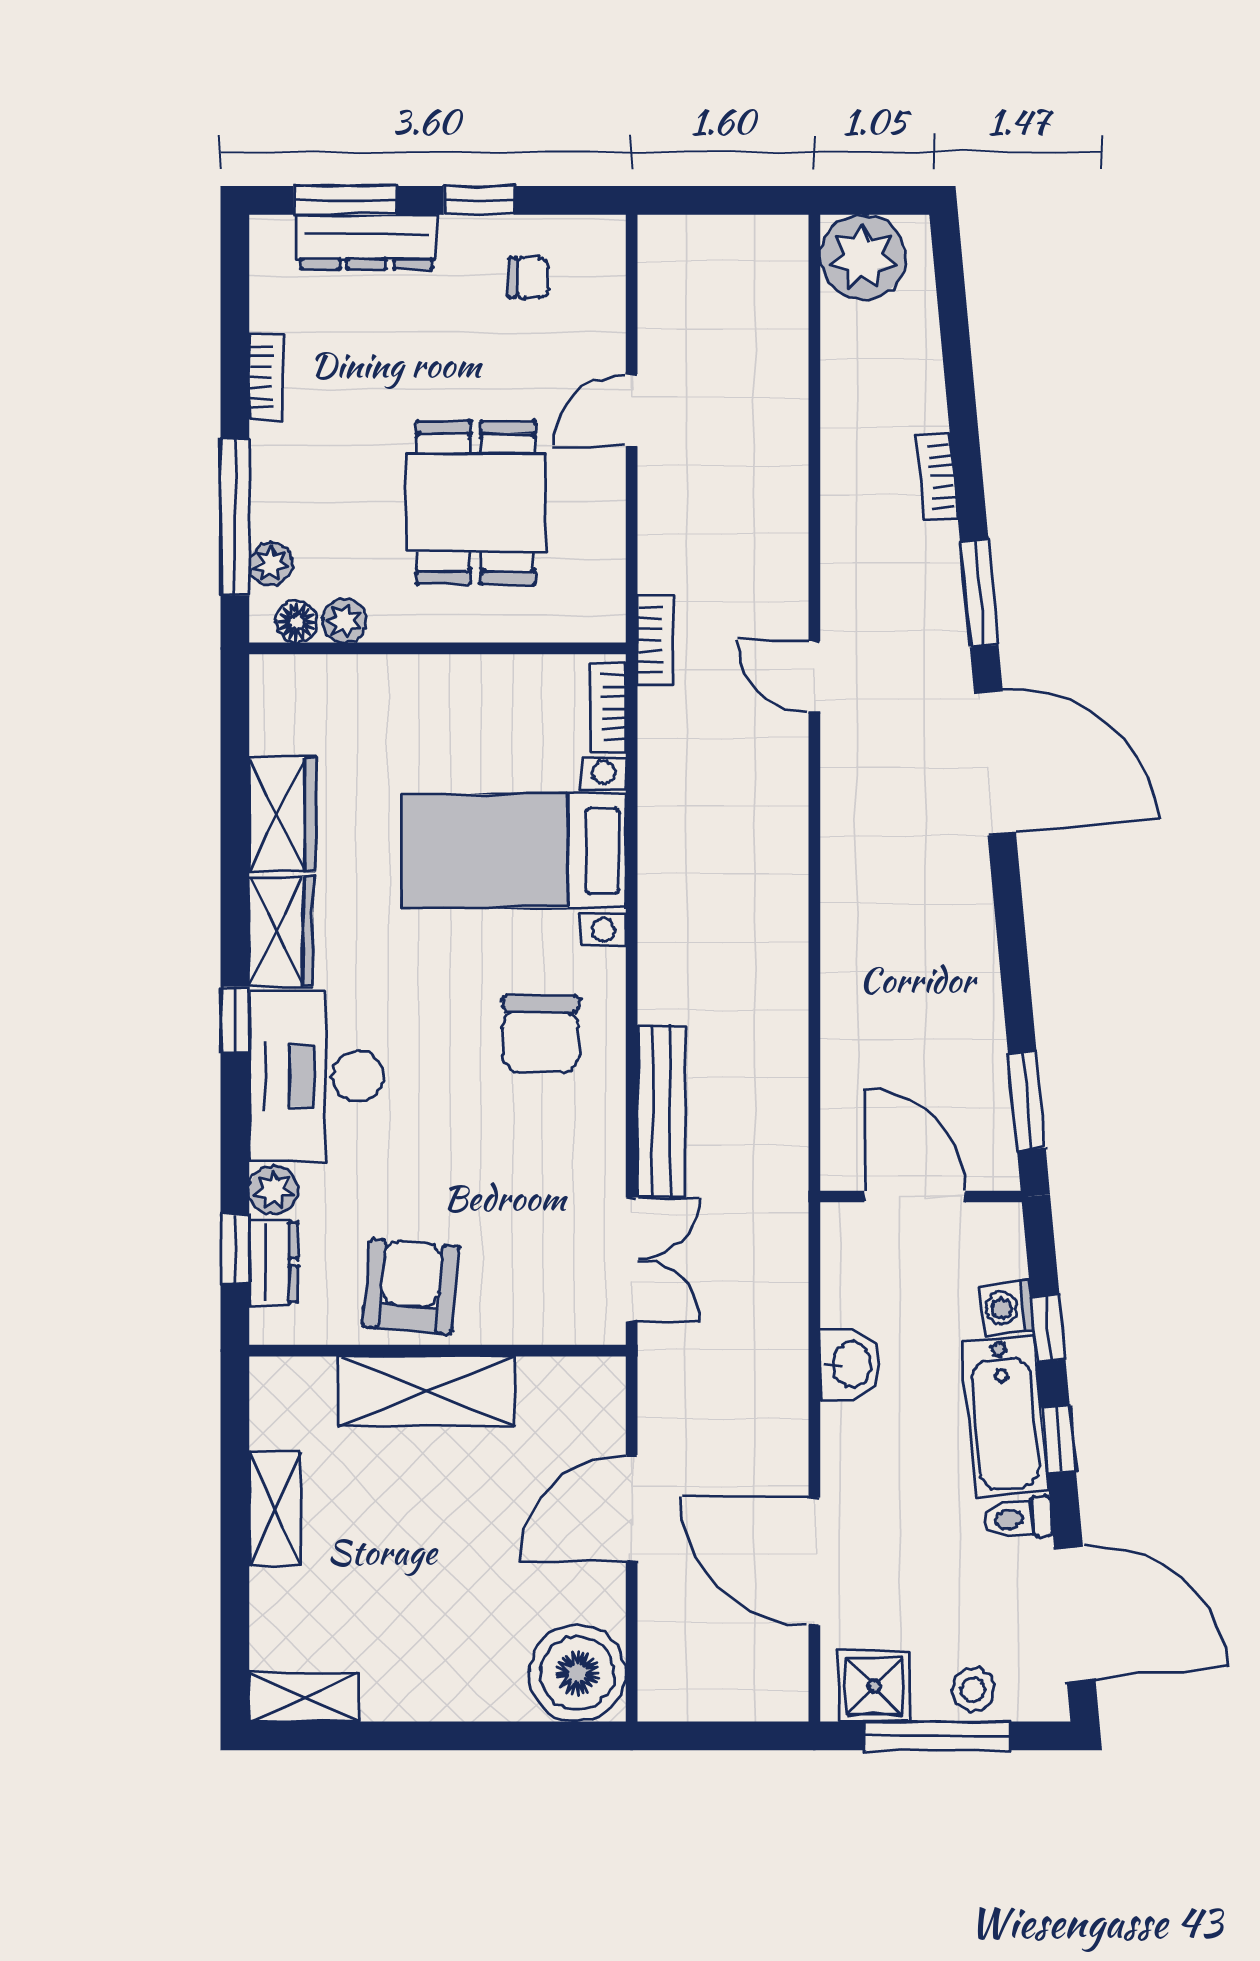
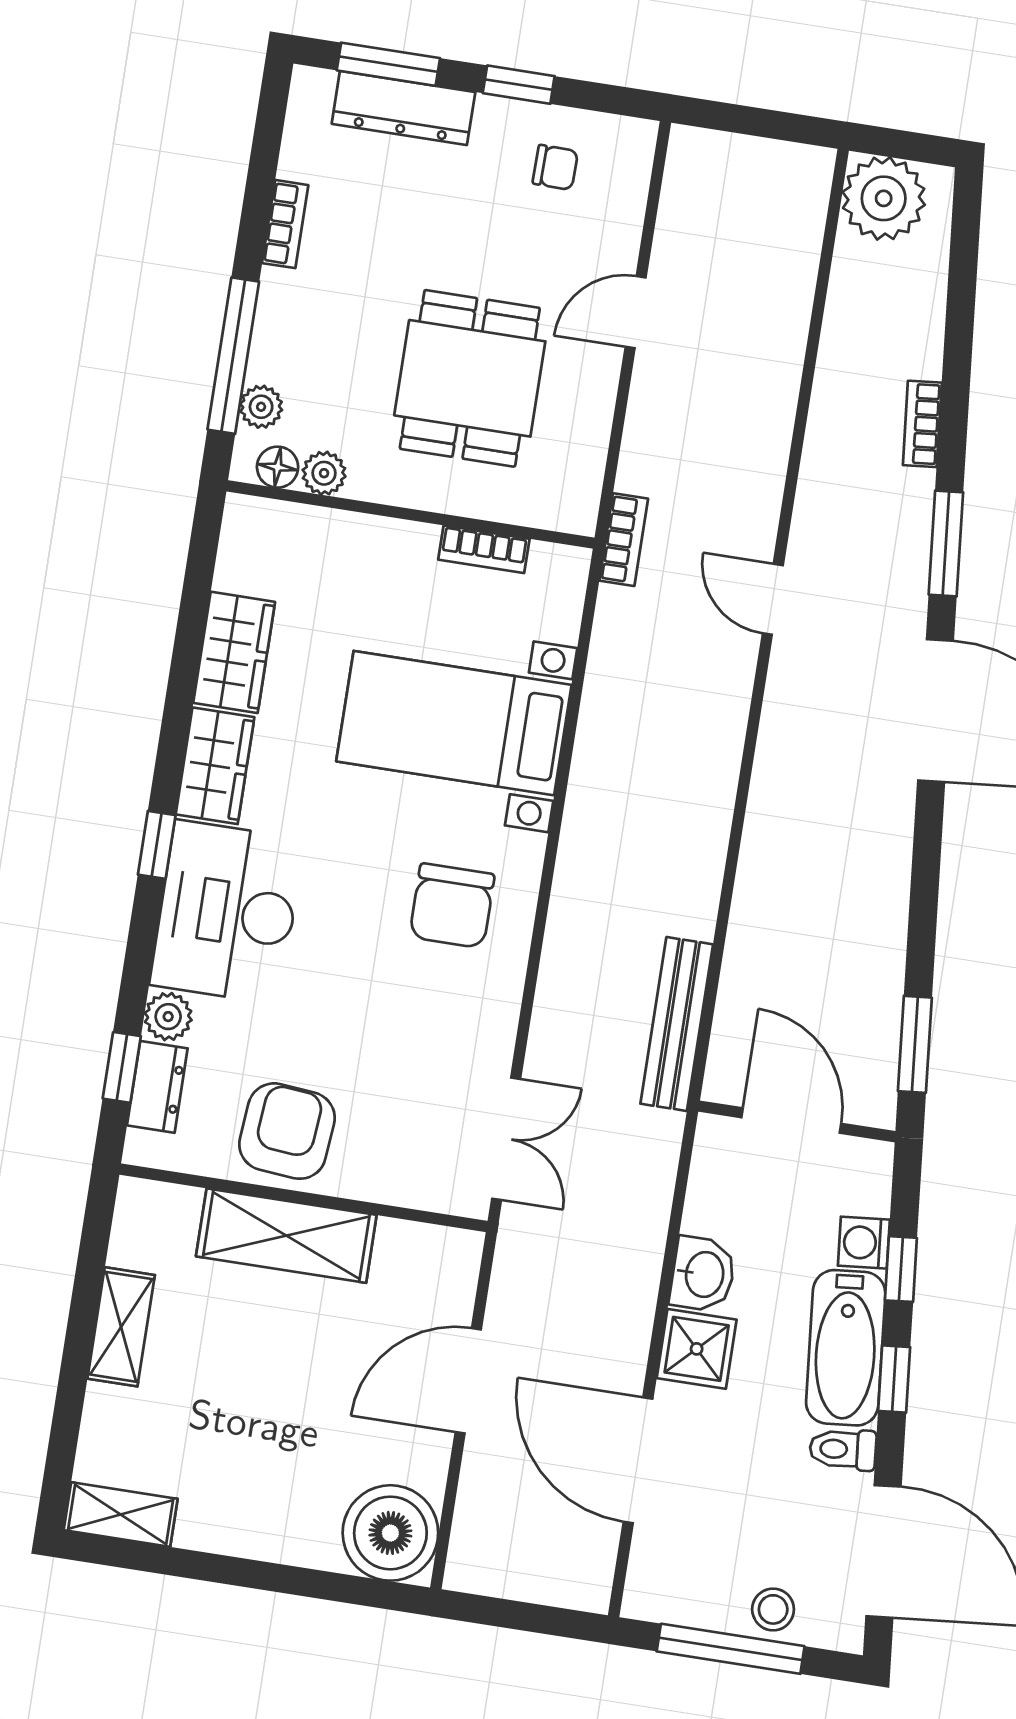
bookcase: (608, 708) -> (484, 549), moved, turned -90
bench: (661, 1110) -> (677, 1024), moved
shower: (874, 1686) -> (697, 1349), moved

